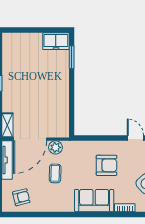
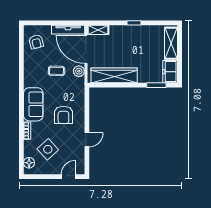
shelving: (23, 40) -> (171, 43), added
wardrobe: (60, 106) -> (114, 75), added

